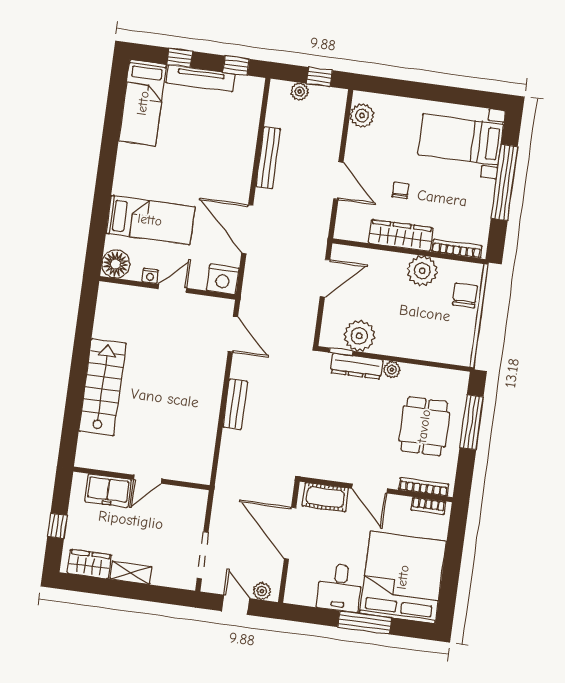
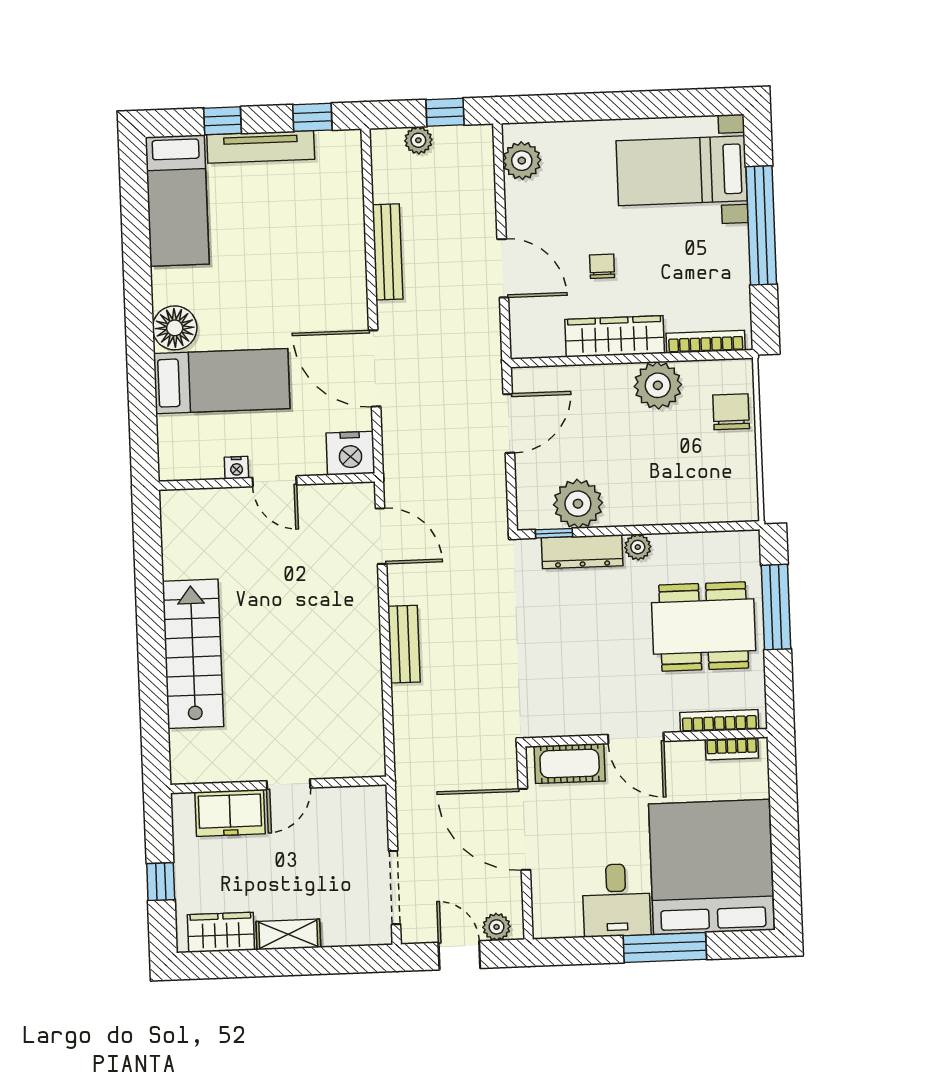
floor lamp: (116, 264) -> (175, 328), moved
door: (172, 288) -> (274, 481), swing flipped
dining table: (424, 426) -> (704, 627), width x1.38

